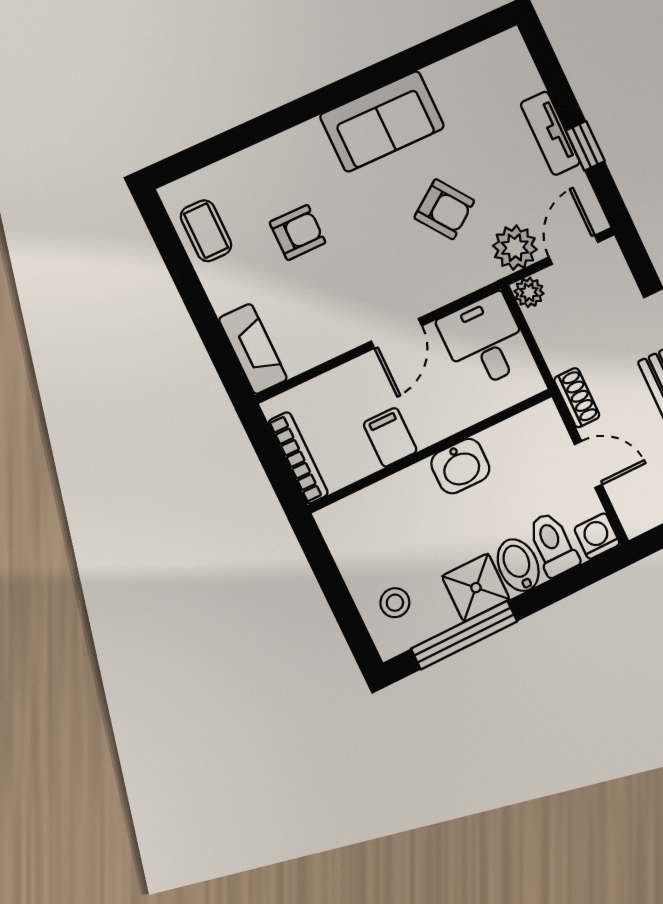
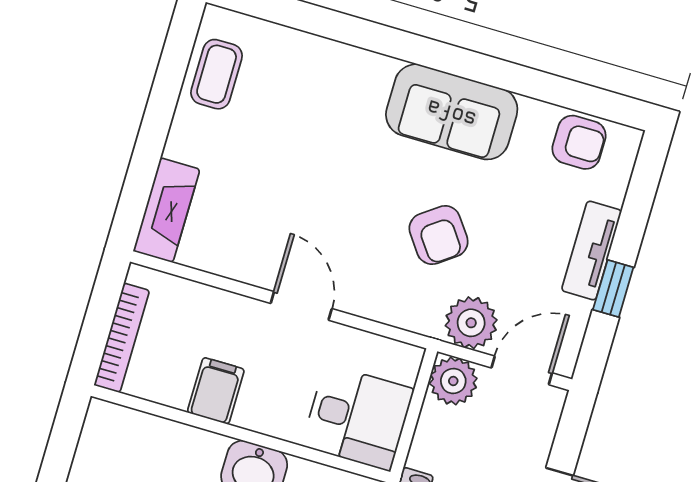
armchair: (298, 232) -> (579, 142), moved
plant: (529, 292) -> (453, 381), width x1.38, depth x1.38
door: (397, 333) -> (301, 306), swing flipped
desk: (485, 341) -> (358, 417), moved, turned 90

